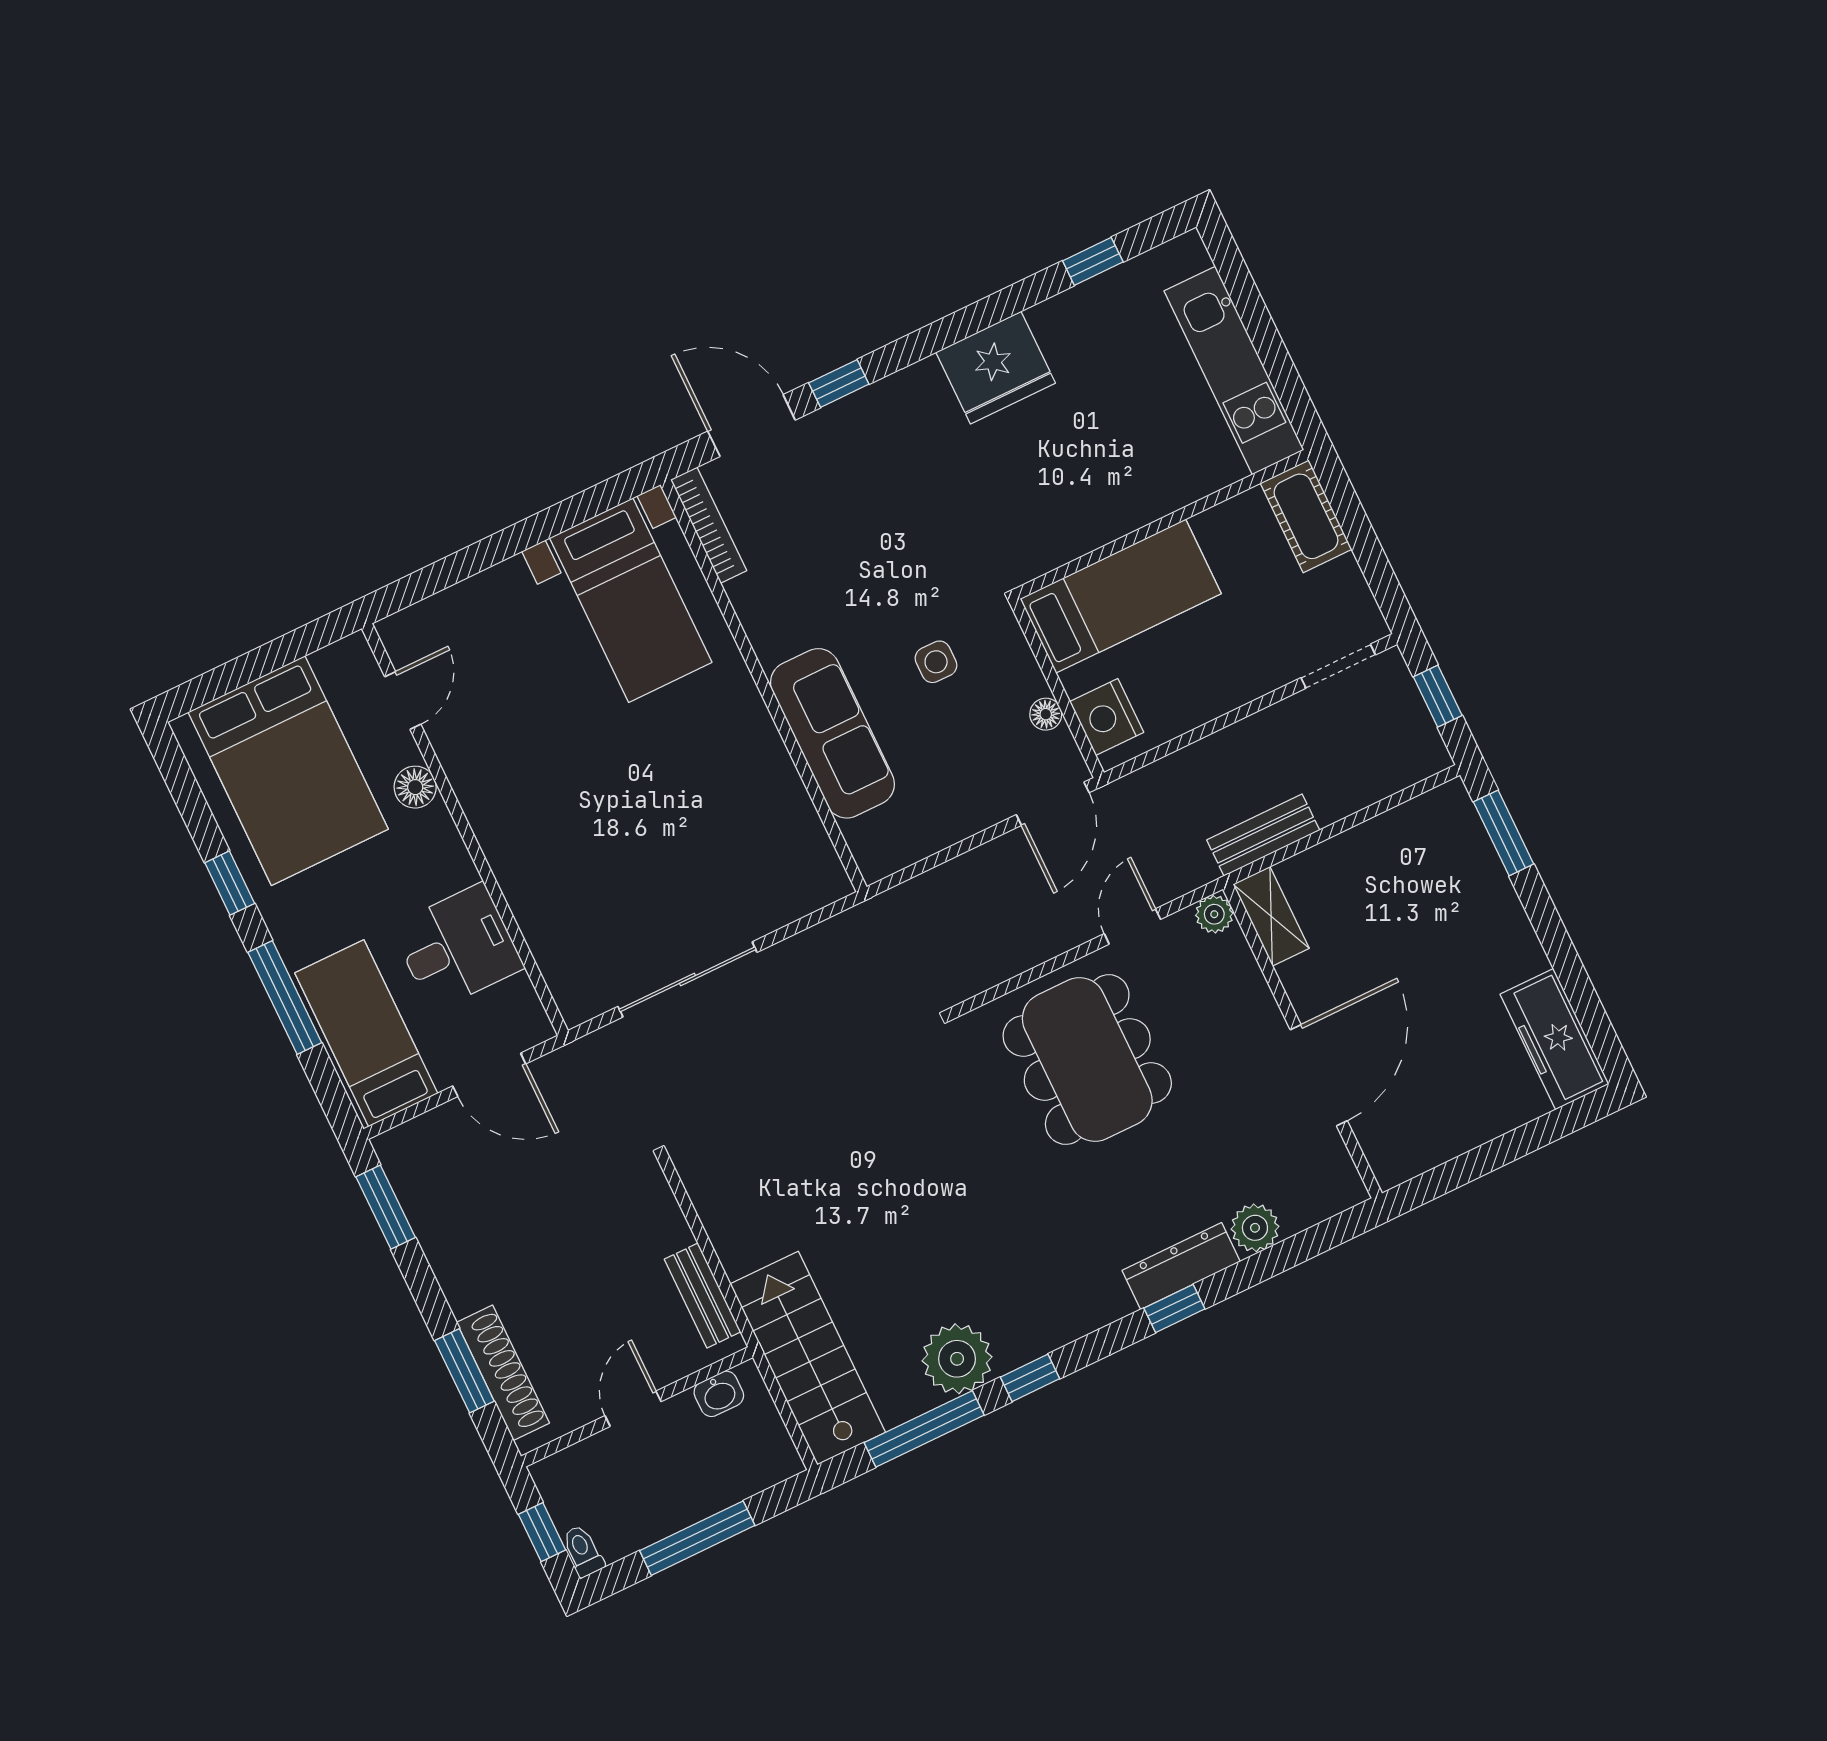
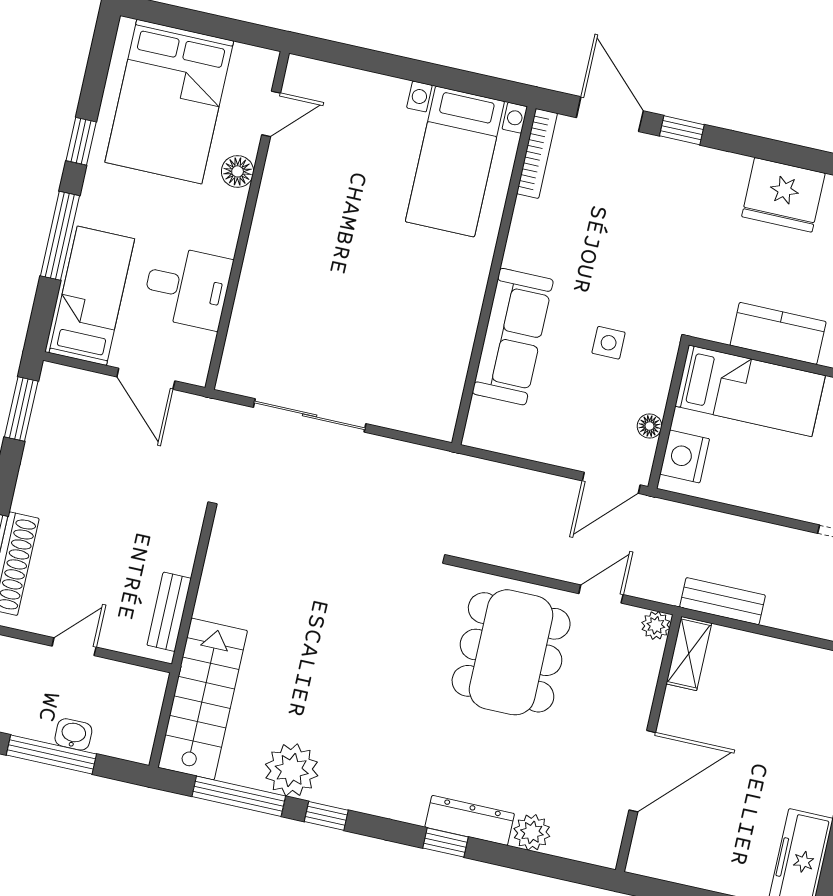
kitchen counter: (1103, 515) -> (778, 333), added
washbasin: (719, 1394) -> (73, 734), moved, turned 180

